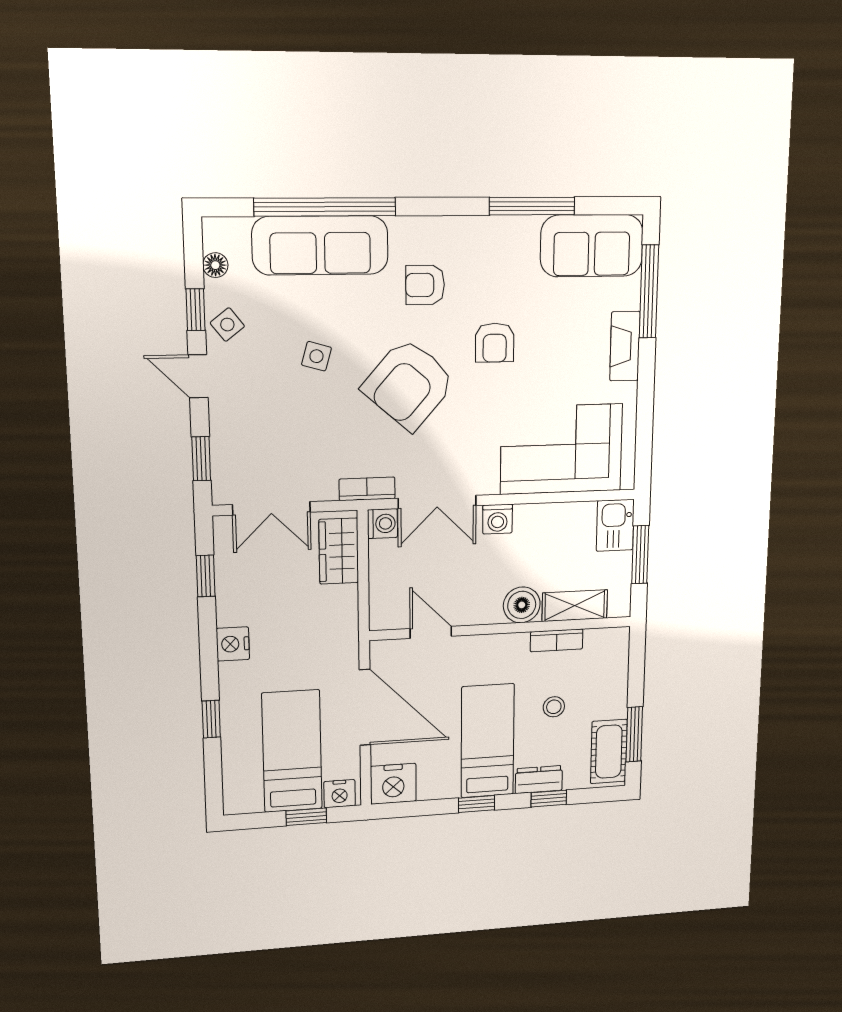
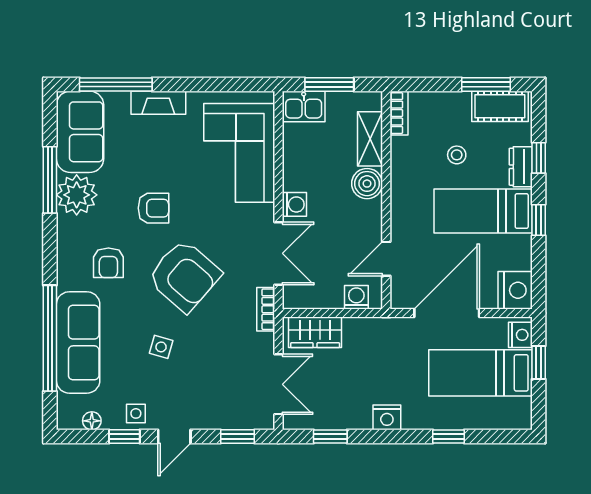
plant: (512, 242) -> (77, 195), added
side table: (227, 325) -> (136, 413), turned 38
washing machine: (383, 524) -> (356, 297), moved
bookcase: (557, 640) -> (399, 113), moved

